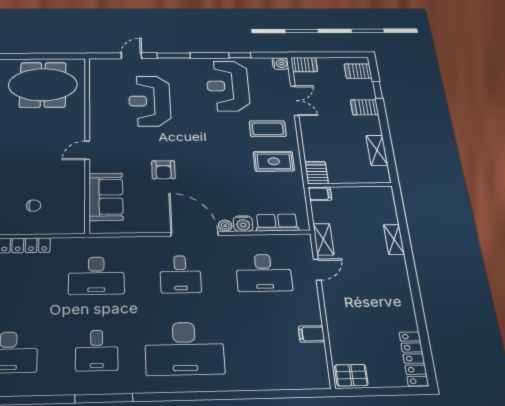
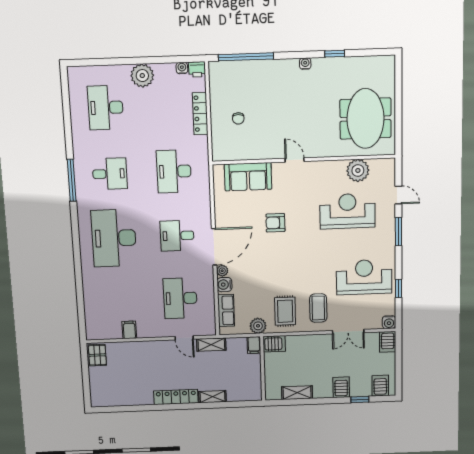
plant: (102, 91) -> (358, 170), added
plant: (295, 189) -> (258, 326), added
desk: (97, 350) -> (110, 174), turned 180
locker: (414, 359) -> (176, 397), moved

